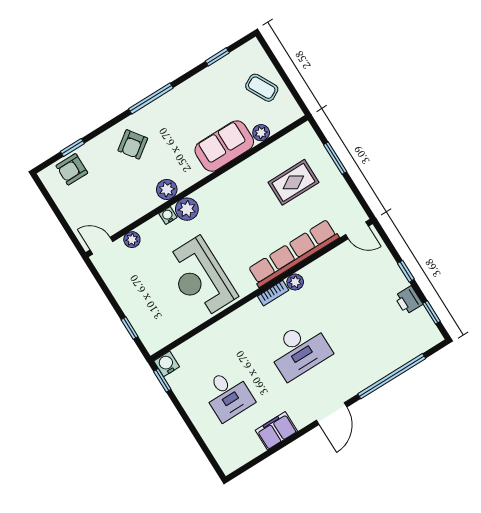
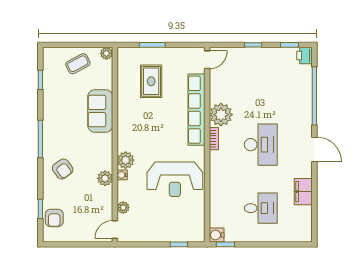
plant: (261, 133) -> (106, 53), moved
plant: (167, 189) -> (105, 178), moved
plant: (295, 282) -> (221, 115), width x1.88, depth x1.88
printer: (408, 300) -> (305, 56), moved, turned 90

